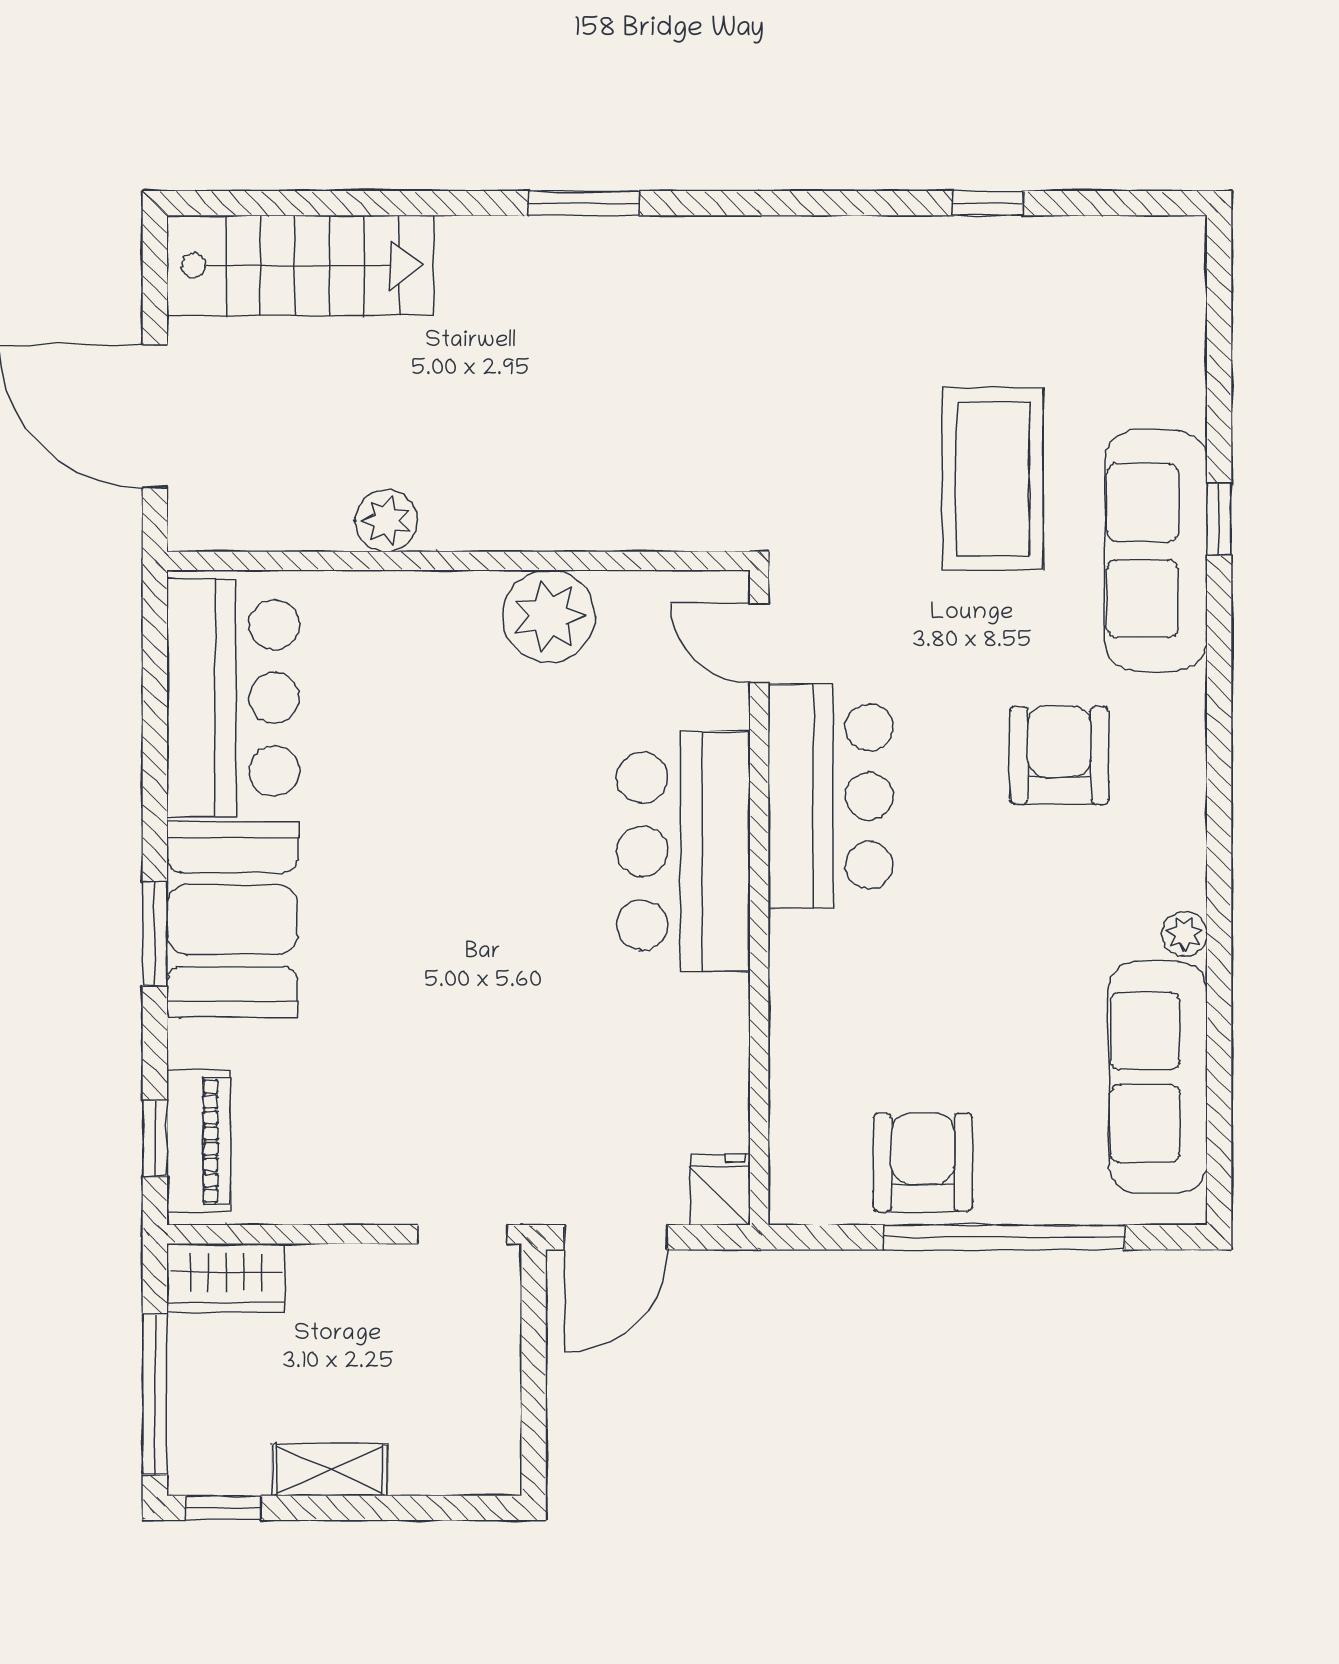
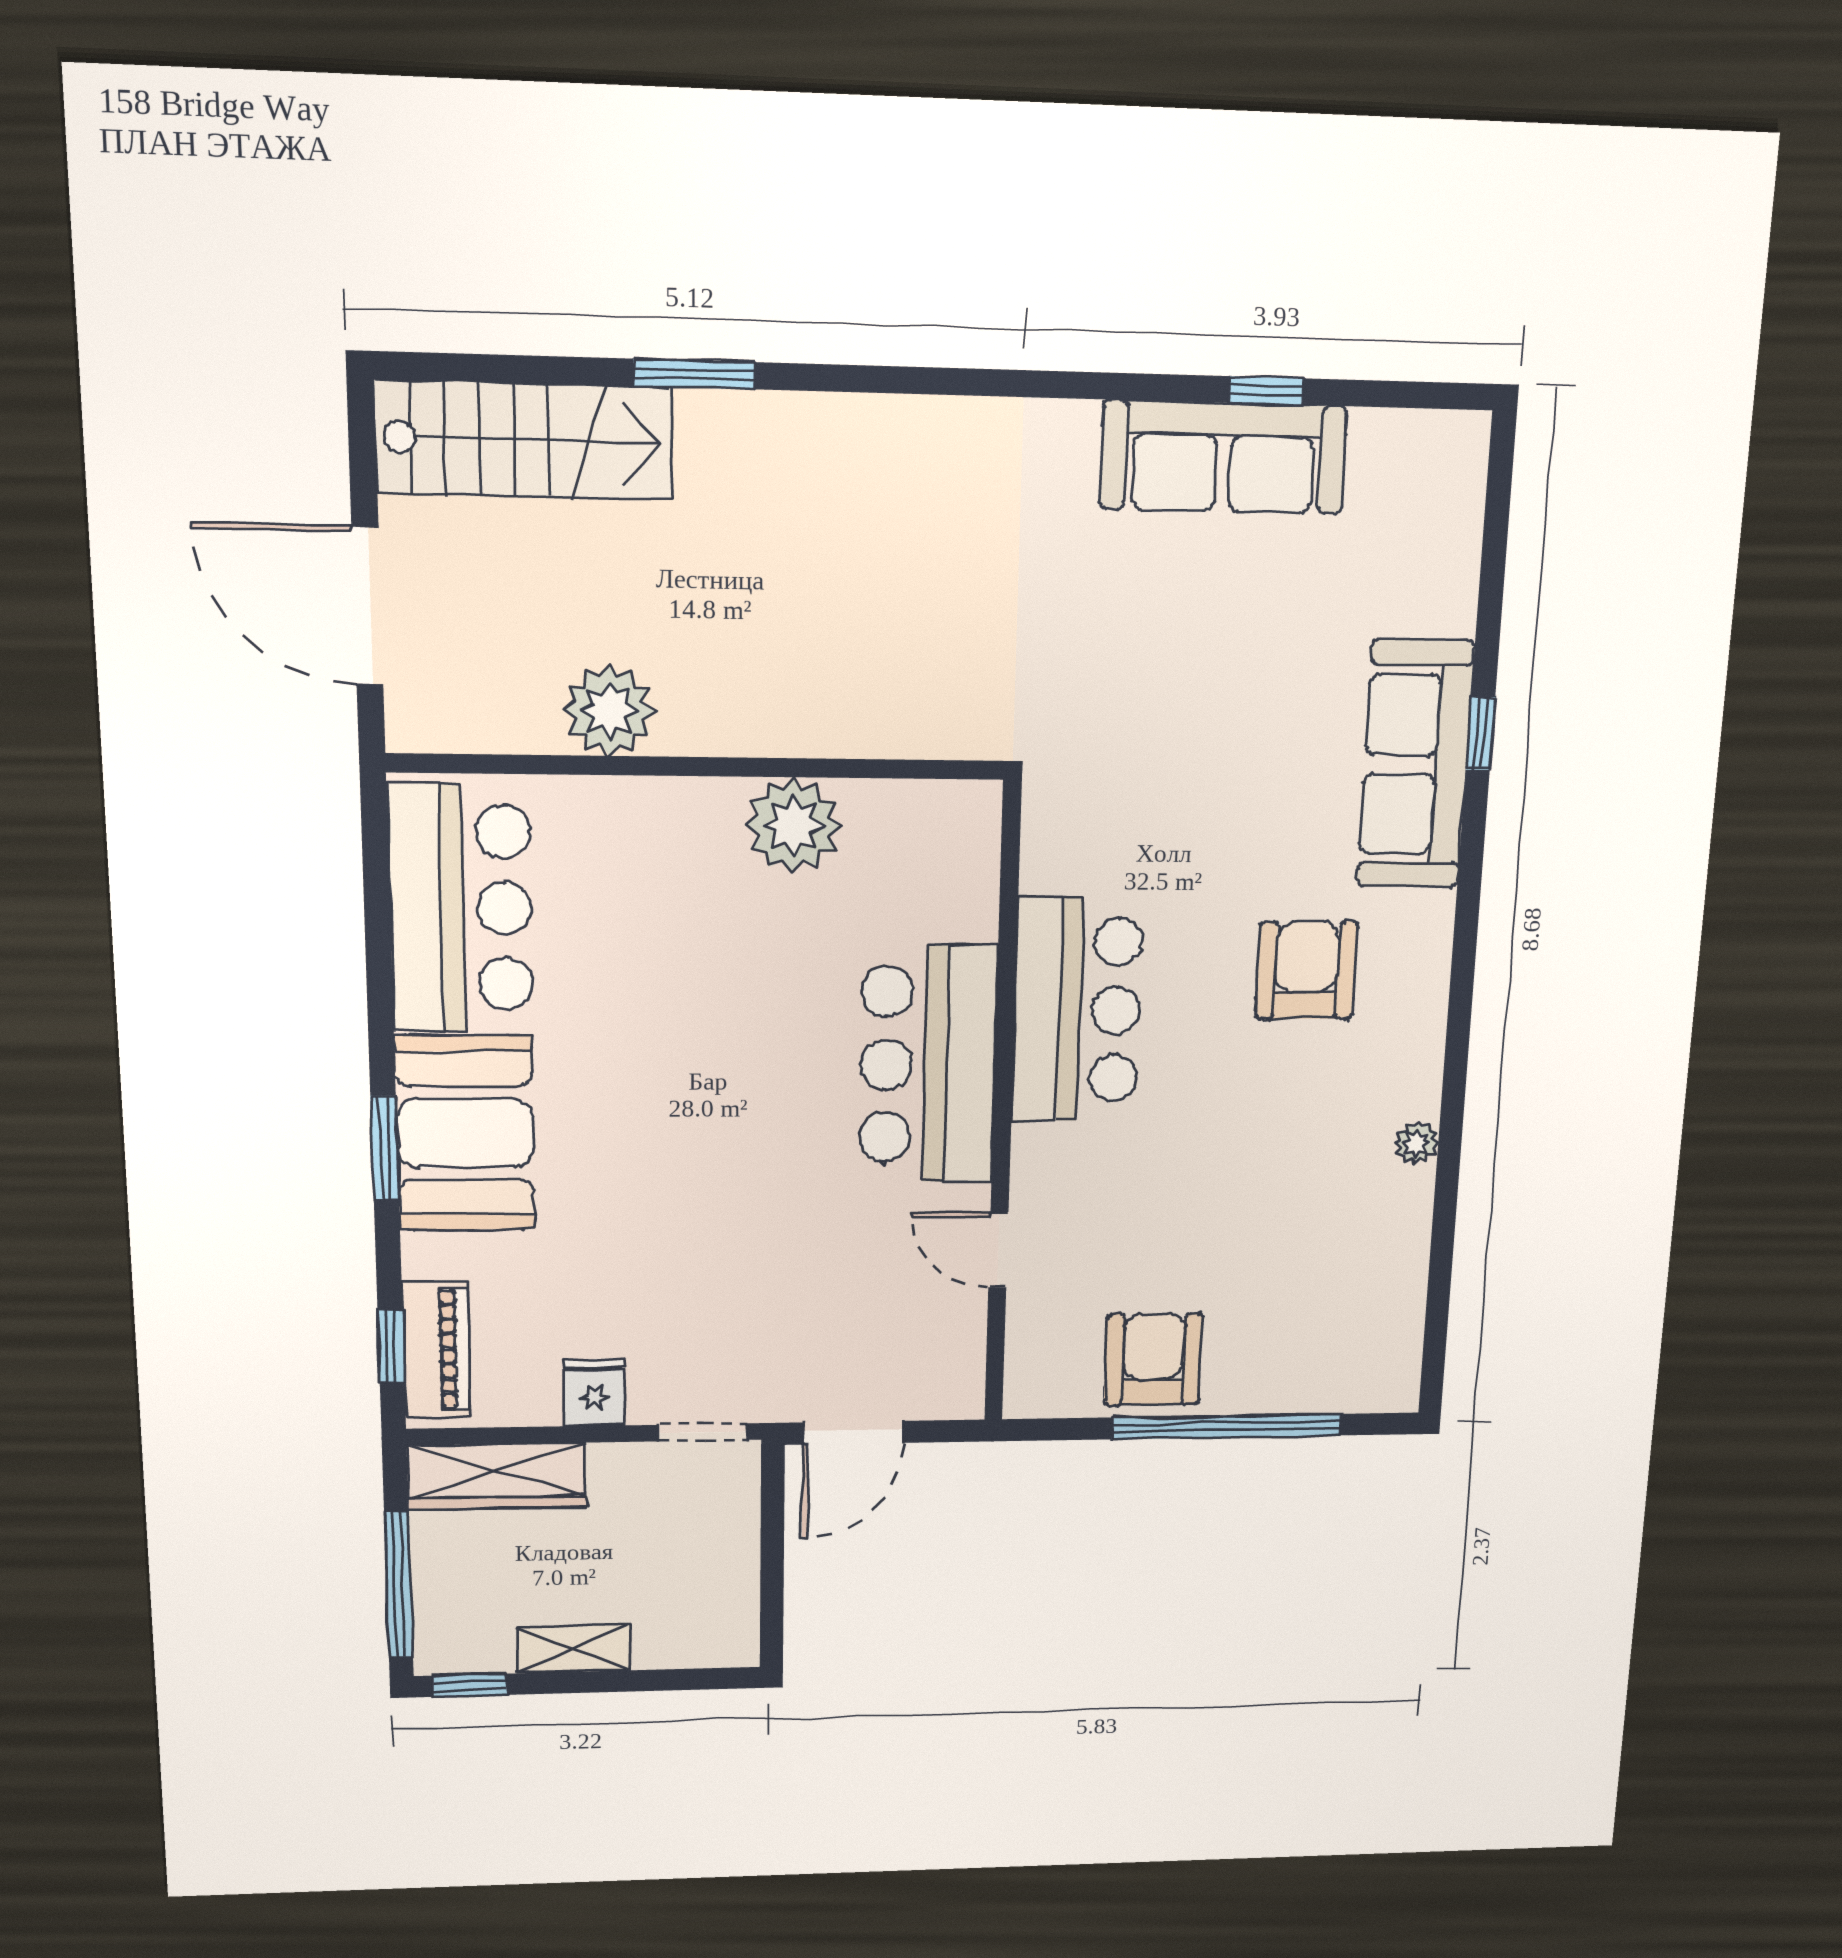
window: (584, 203) -> (695, 374), moved
coffee table: (993, 479) -> (1255, 688), removed
plant: (386, 521) -> (609, 711), width x1.36, depth x1.36
door: (759, 643) -> (998, 1250), moved
sofa: (1158, 1077) -> (1223, 457), moved, turned -90
fridge: (720, 1190) -> (594, 1392), moved
wardrobe: (226, 1278) -> (497, 1476), width x1.50

